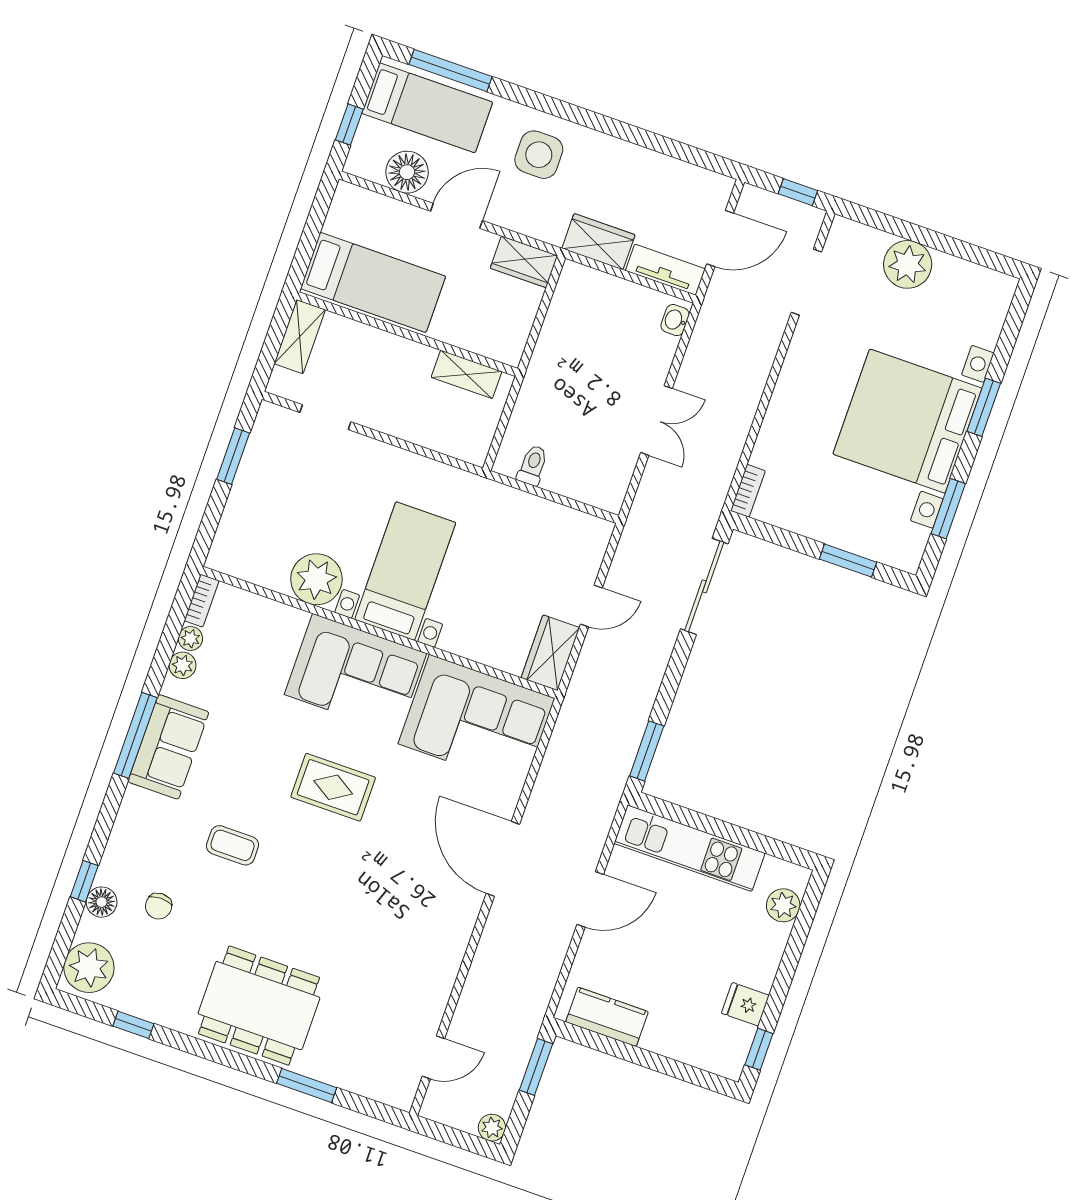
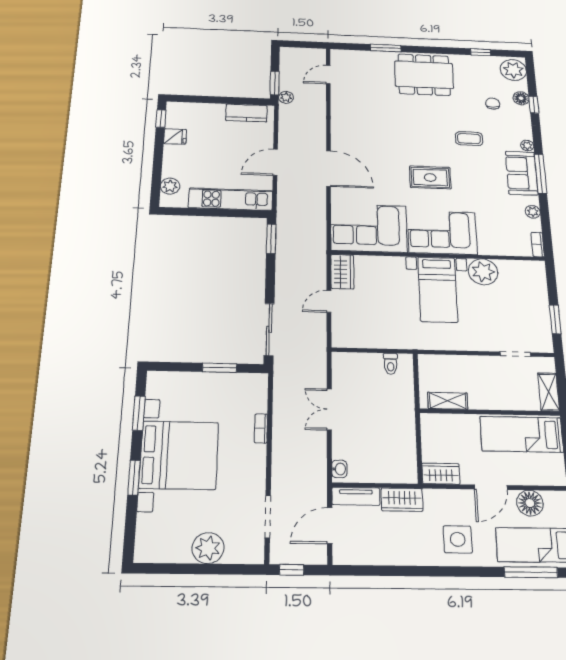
bookcase: (748, 491) -> (261, 428), moved
window: (848, 561) -> (220, 368), moved
plant: (190, 639) -> (527, 146), moved
plant: (492, 1128) -> (286, 97), moved

